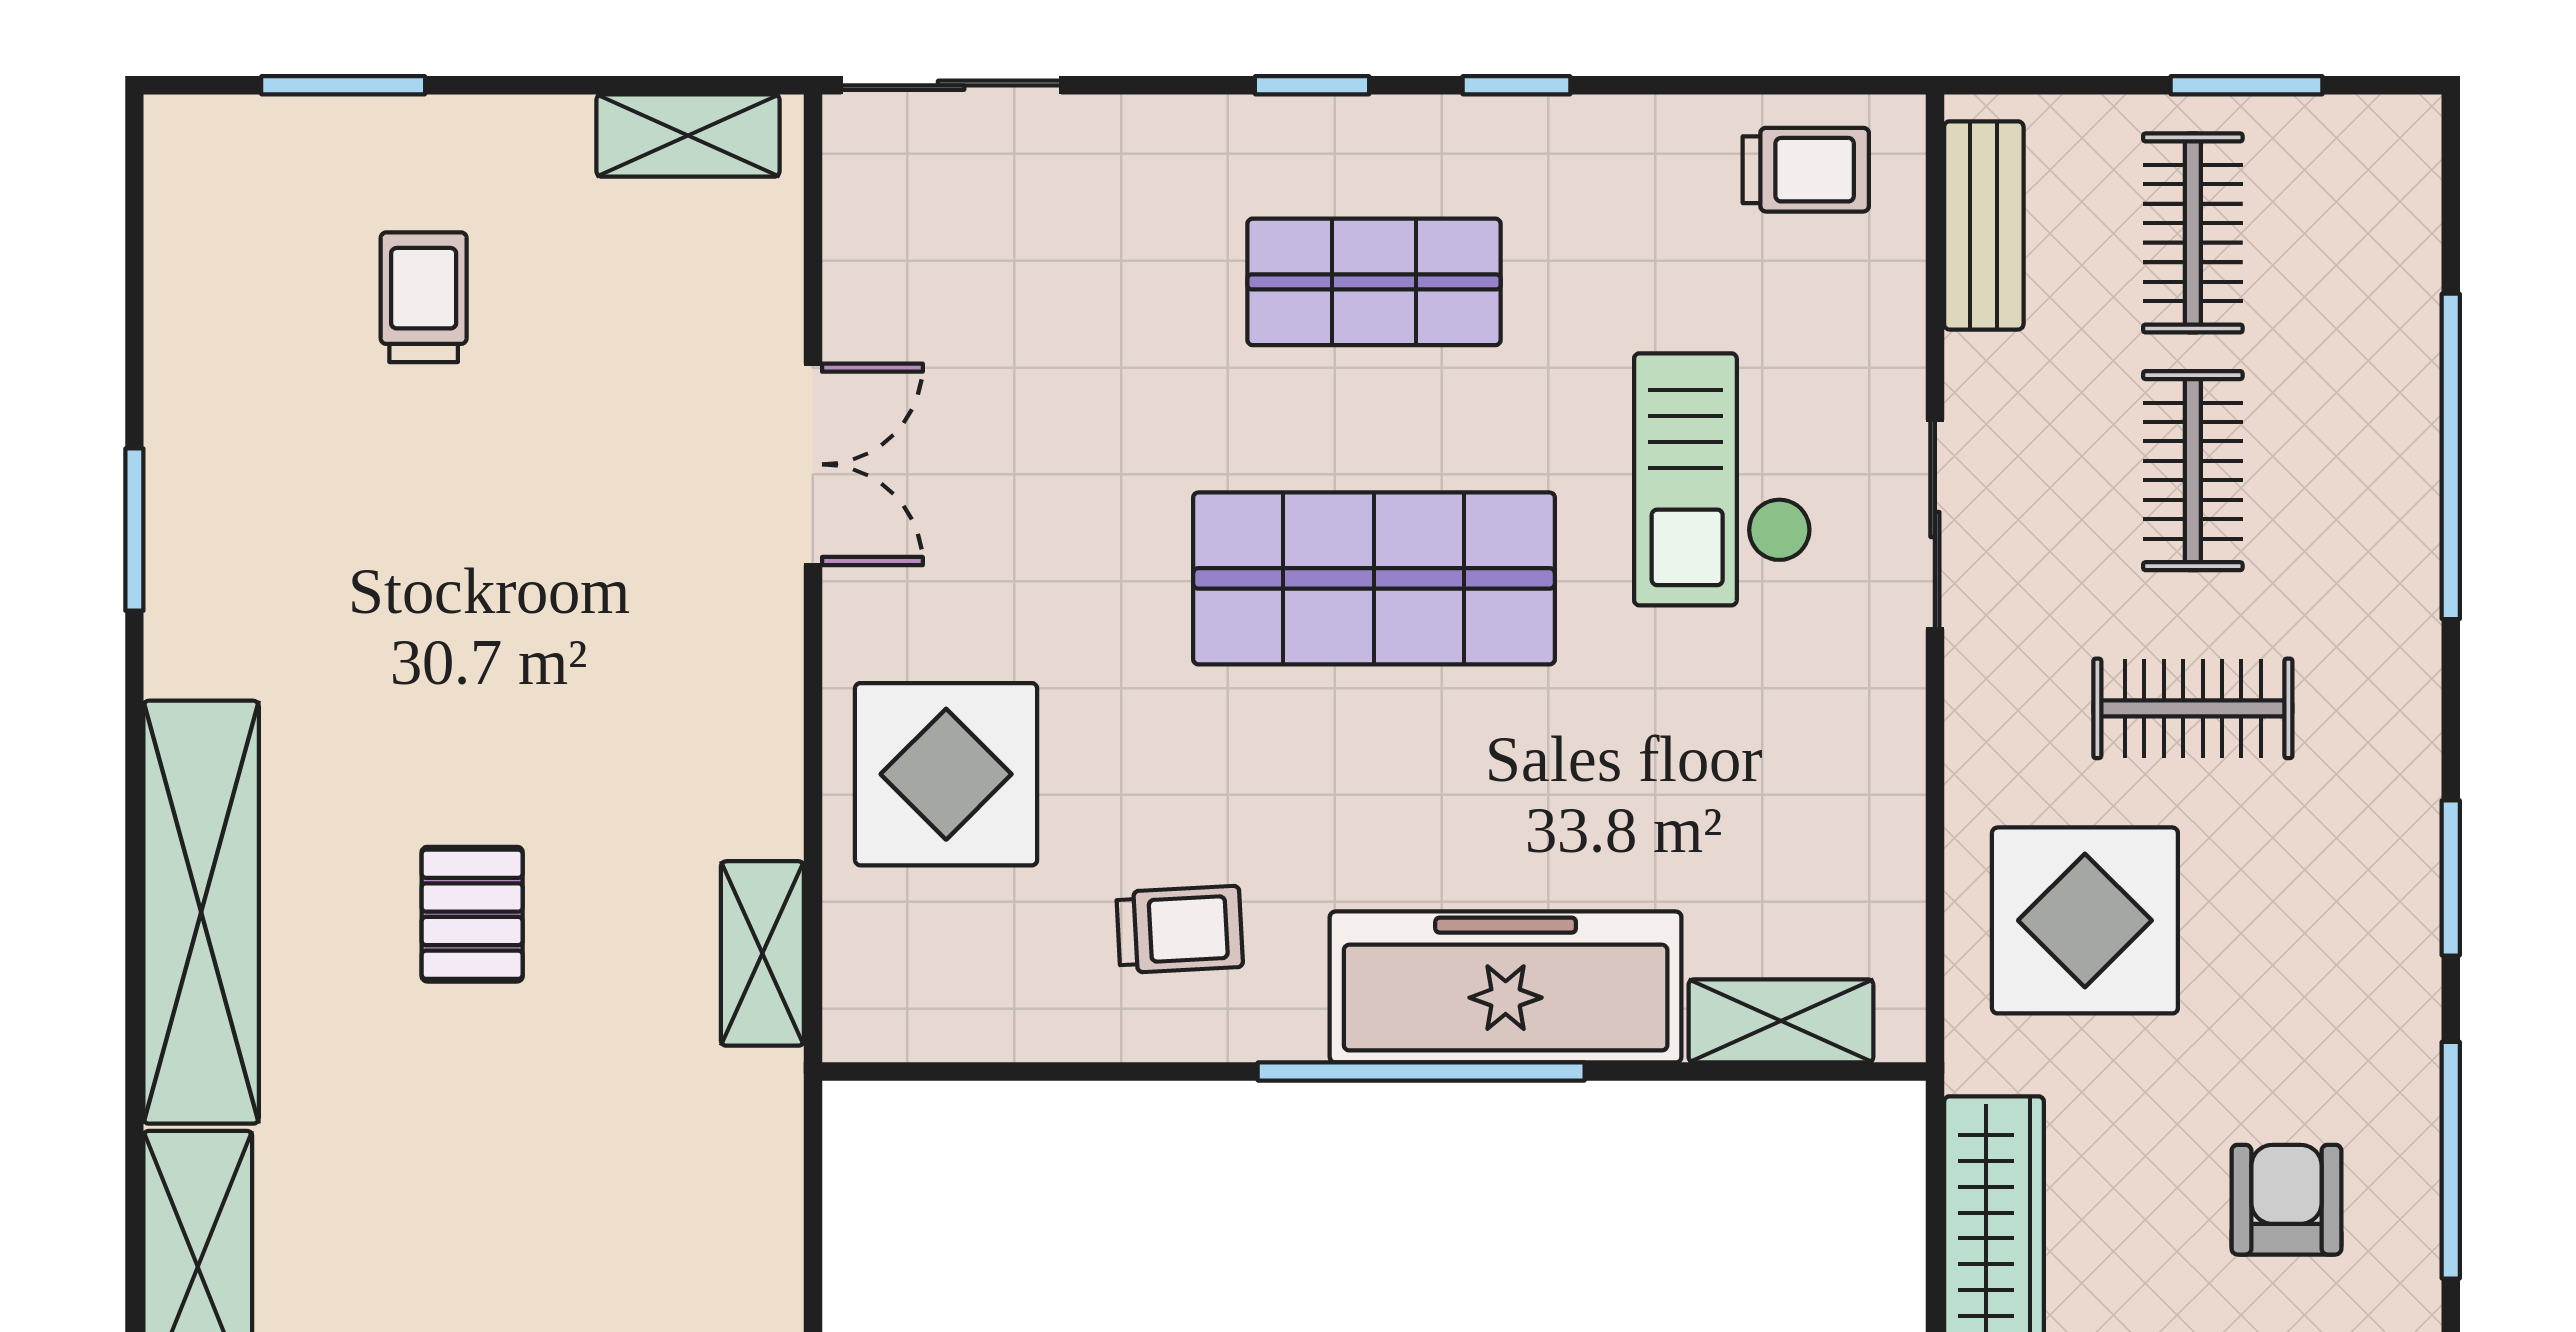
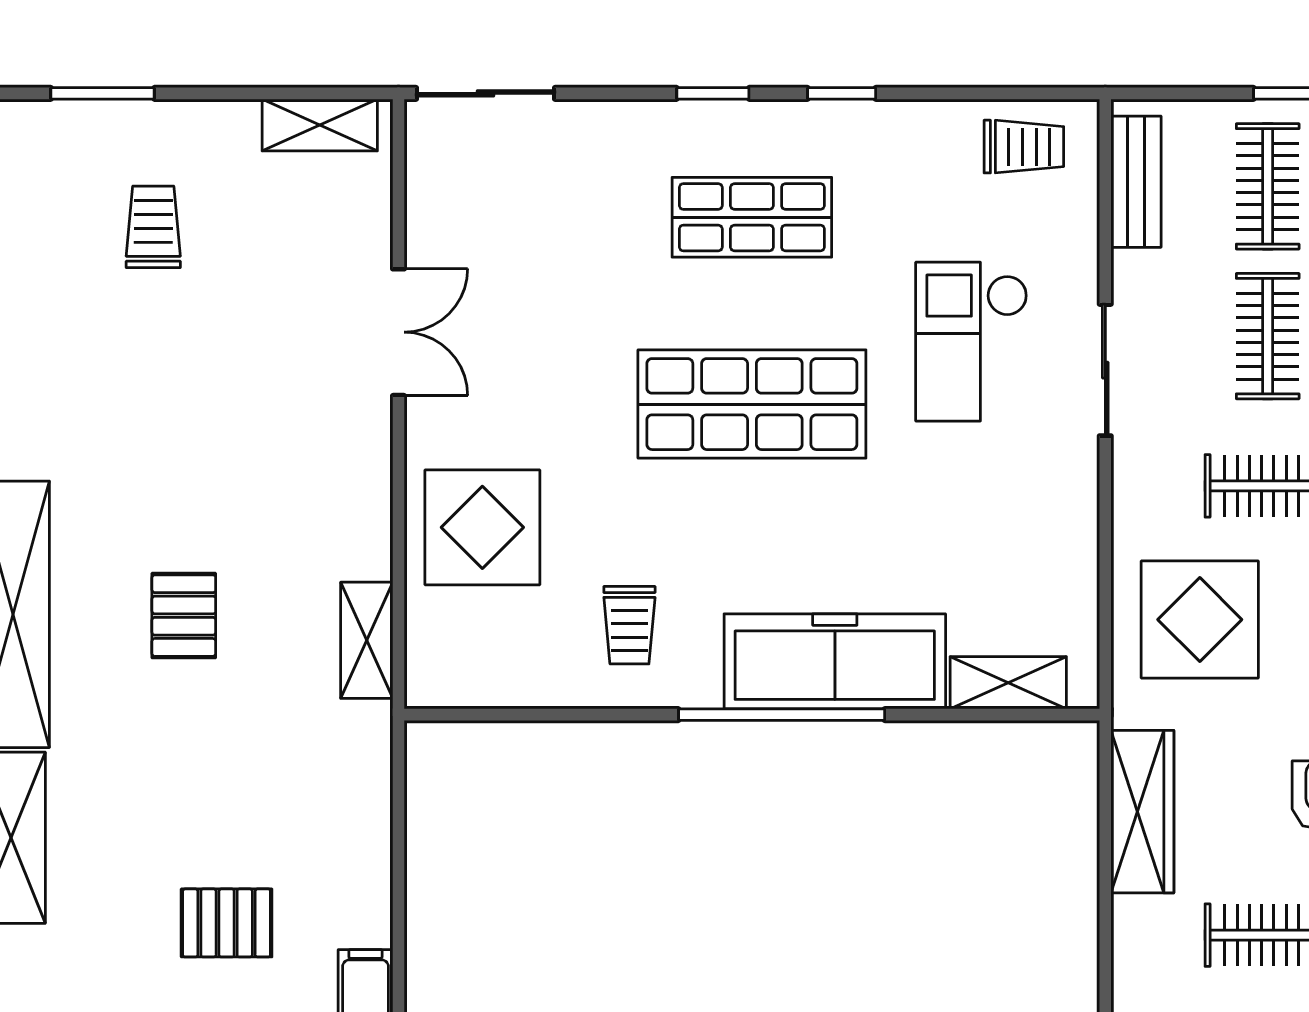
trolley: (1180, 929) -> (629, 625), turned 93

